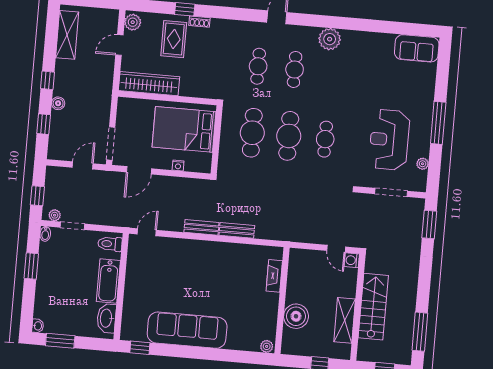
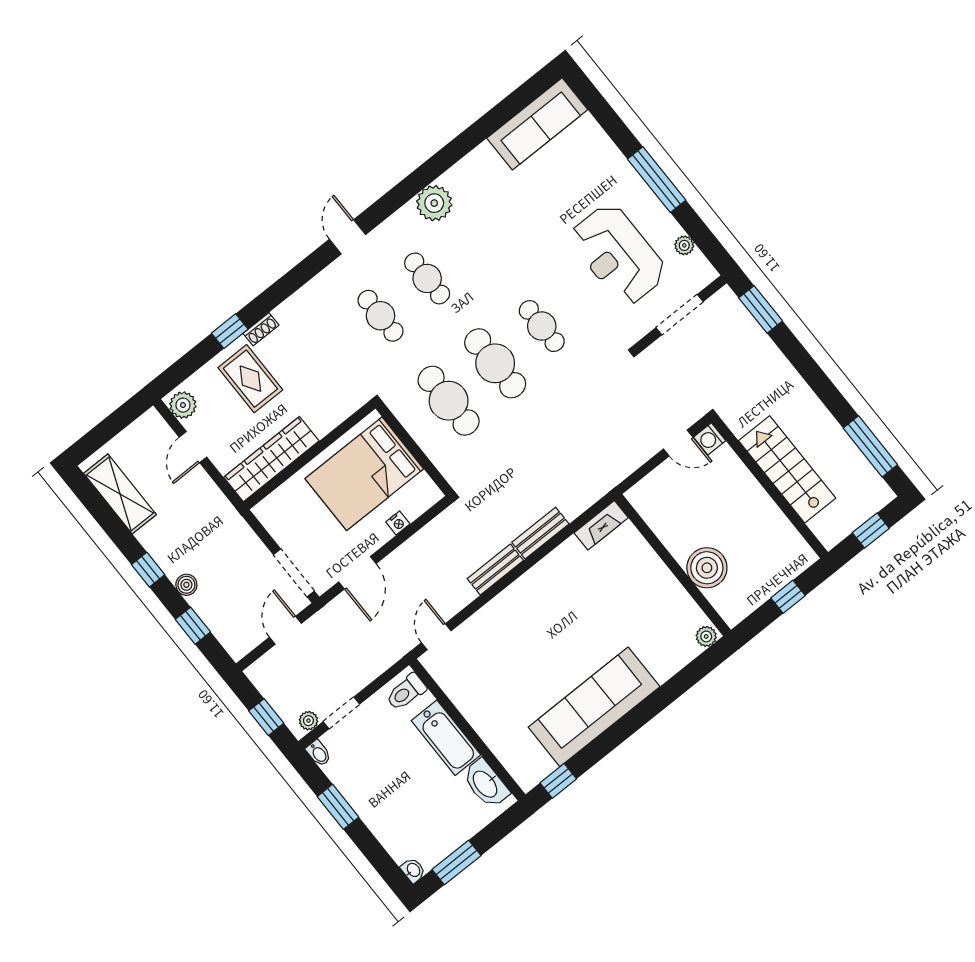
sofa: (417, 48) -> (537, 124), width x1.36
fireplace: (274, 276) -> (601, 525), moved, turned -90
shelving: (345, 320) -> (769, 518), removed

